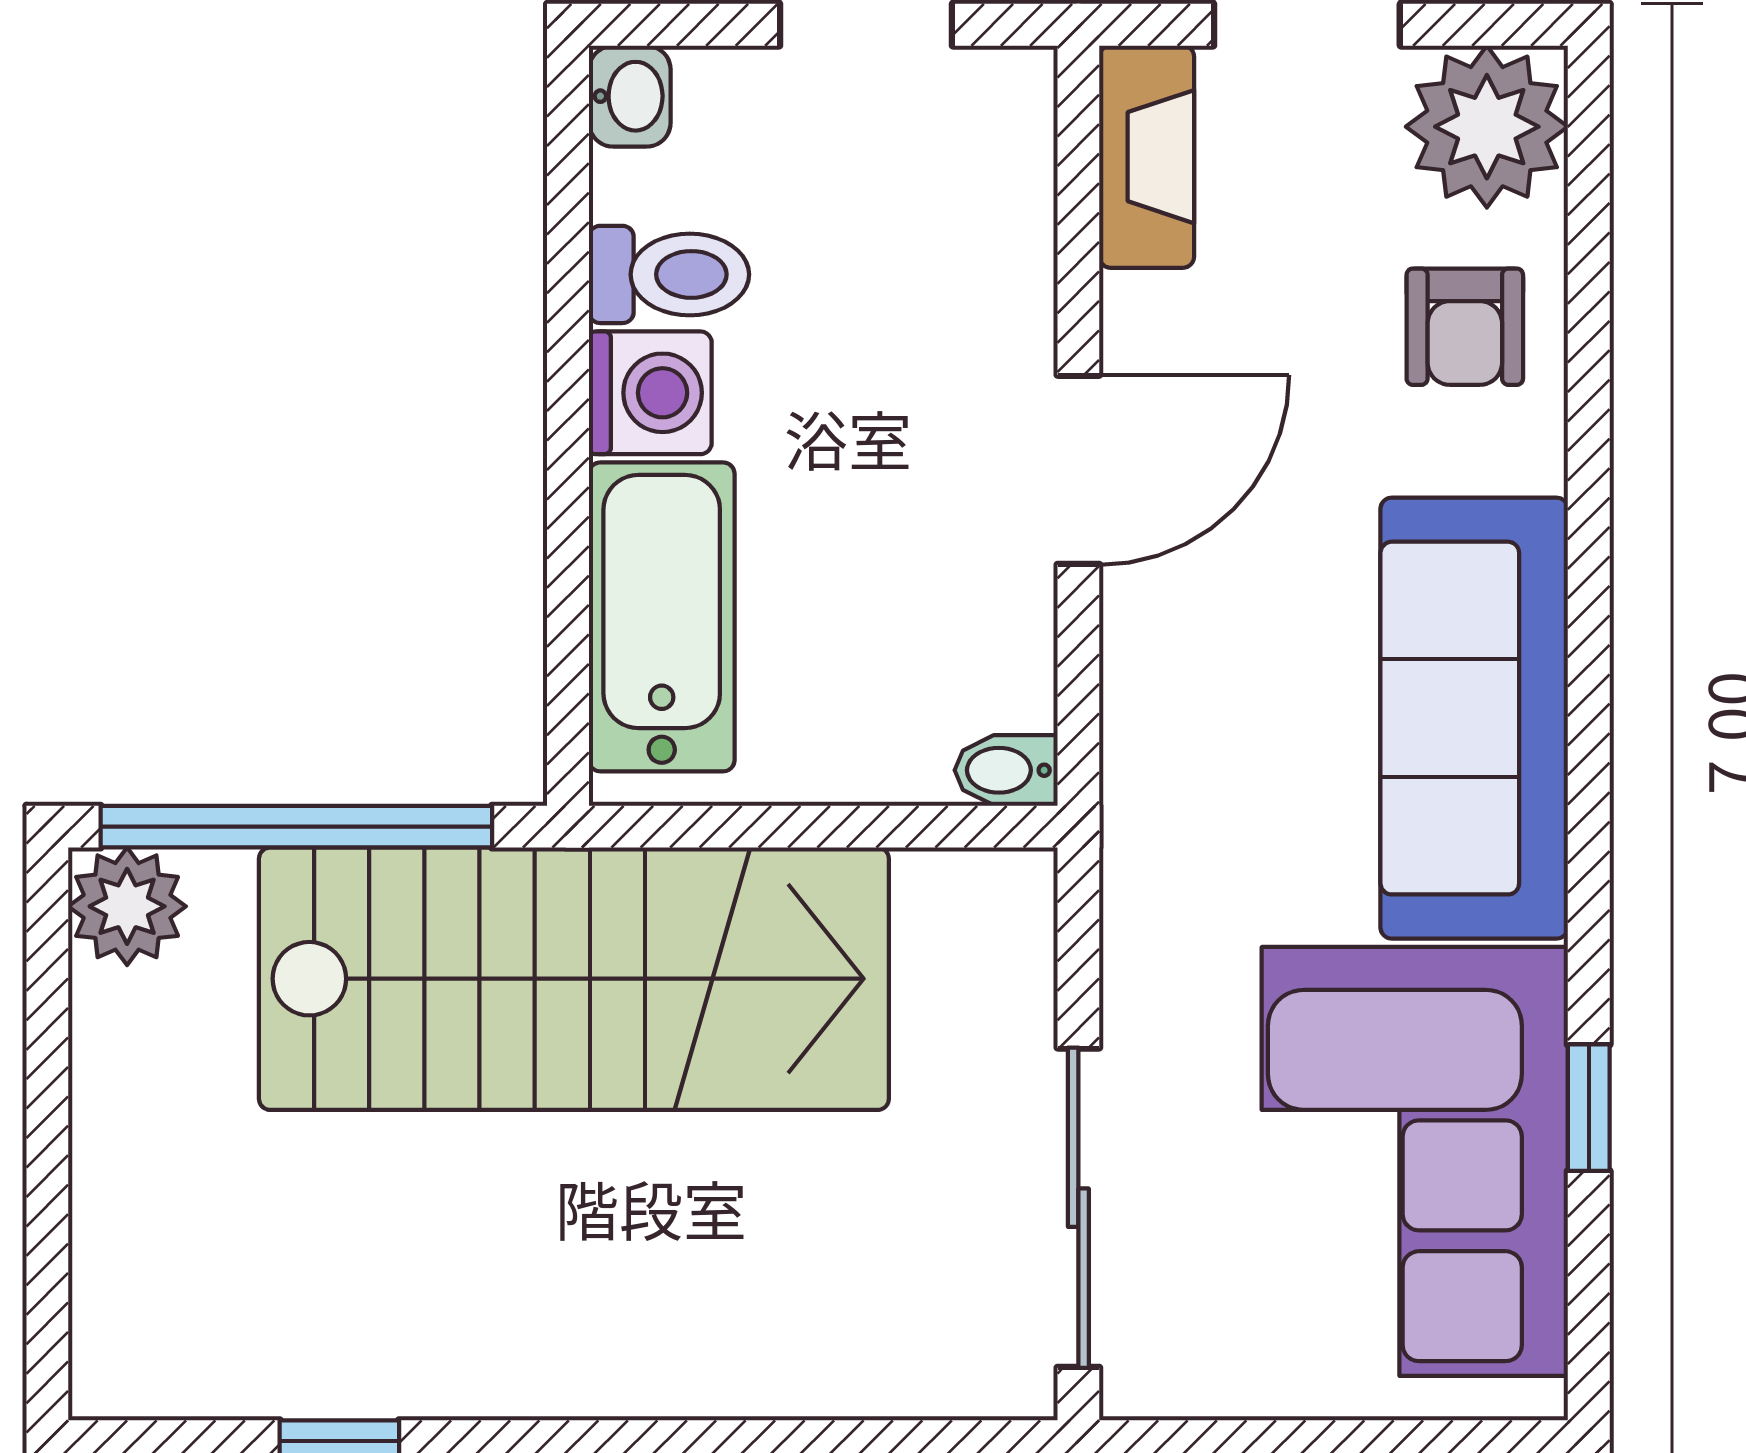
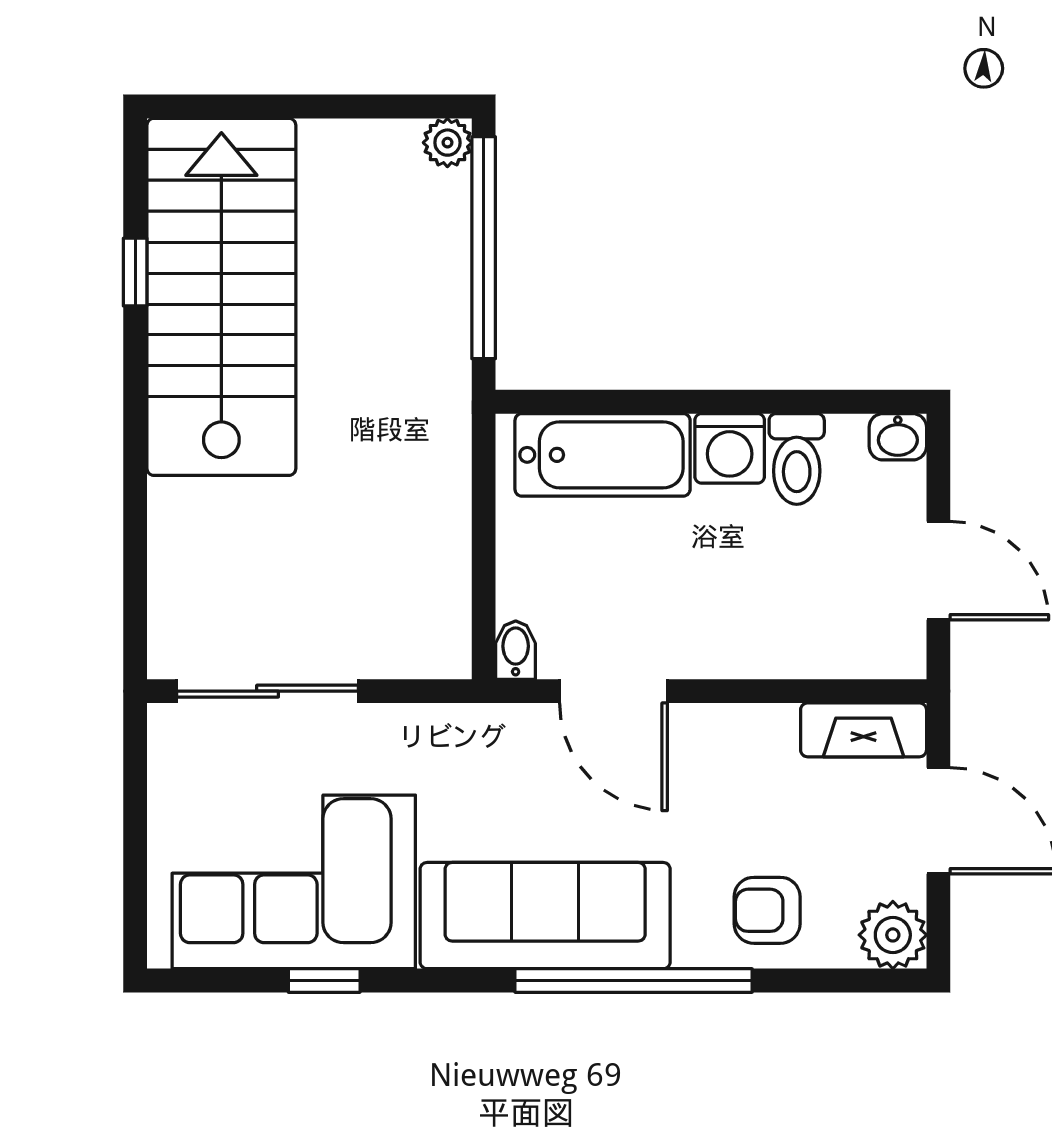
plant: (1487, 127) -> (893, 935), width x0.73, depth x0.73
door: (1078, 470) -> (613, 691), moved
window: (1589, 562) -> (634, 981), added
plant: (127, 906) -> (447, 143), width x0.73, depth x0.73
stairs: (574, 979) -> (221, 297), moved, turned 180

